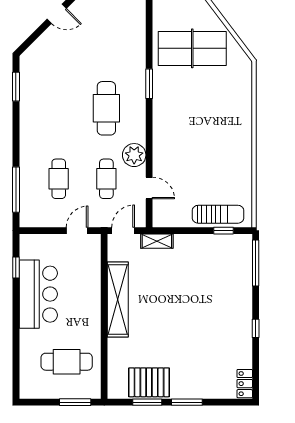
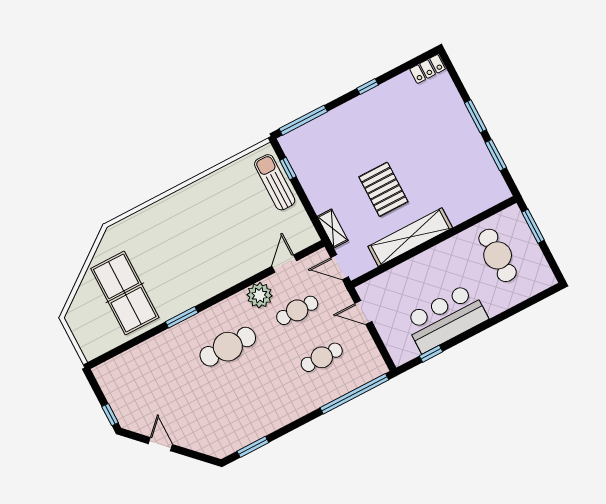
window: (16, 190) -> (354, 394), width x1.46
pallet: (149, 382) -> (383, 189), moved

